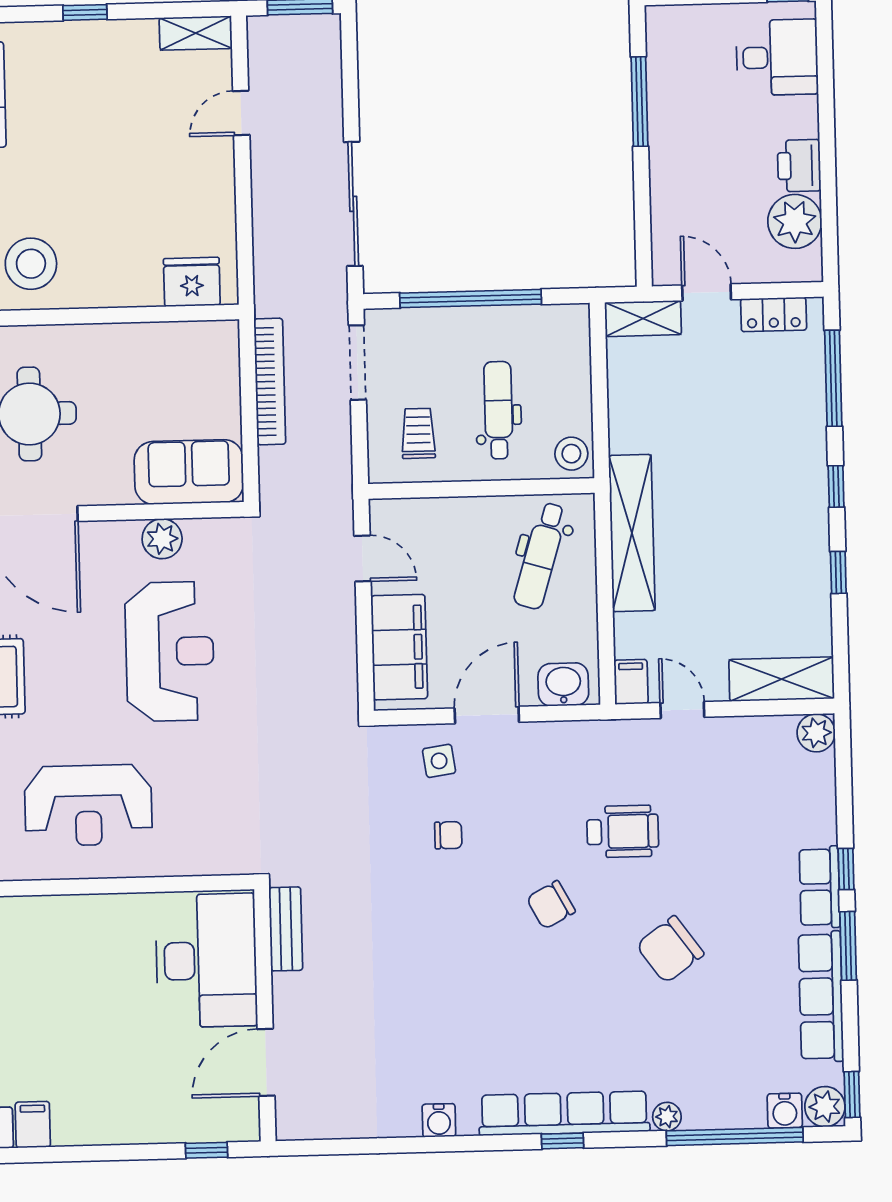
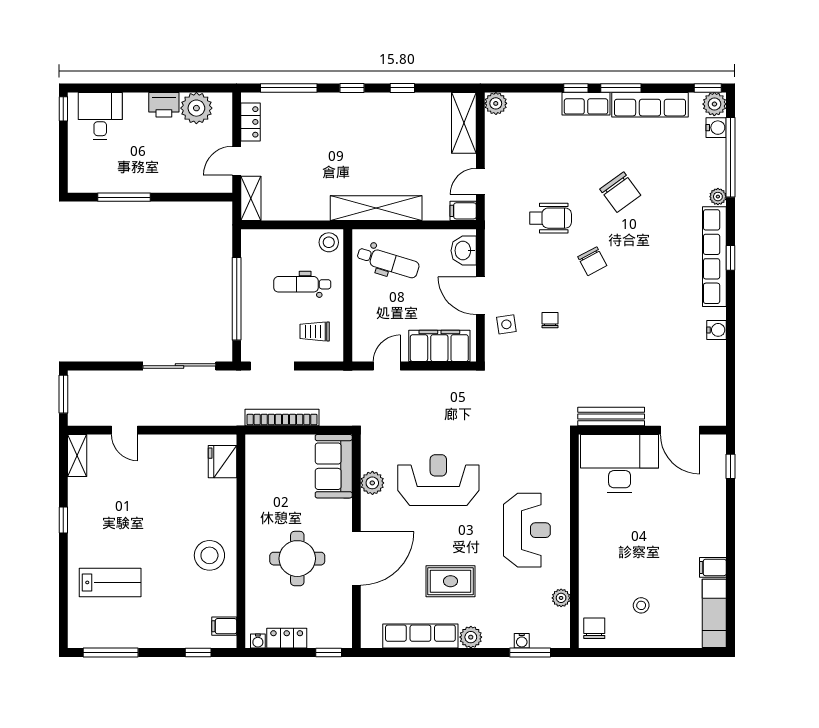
wheelchair: (623, 831) -> (550, 218), turned 90
bench: (286, 929) -> (611, 417), width x1.36

